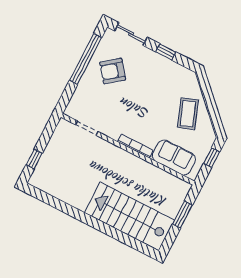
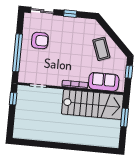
window: (86, 59) -> (17, 53), moved
armchair: (113, 71) -> (40, 41), turned -142
window: (34, 159) -> (13, 99), moved
stairs: (129, 216) -> (93, 104), moved, turned 180

